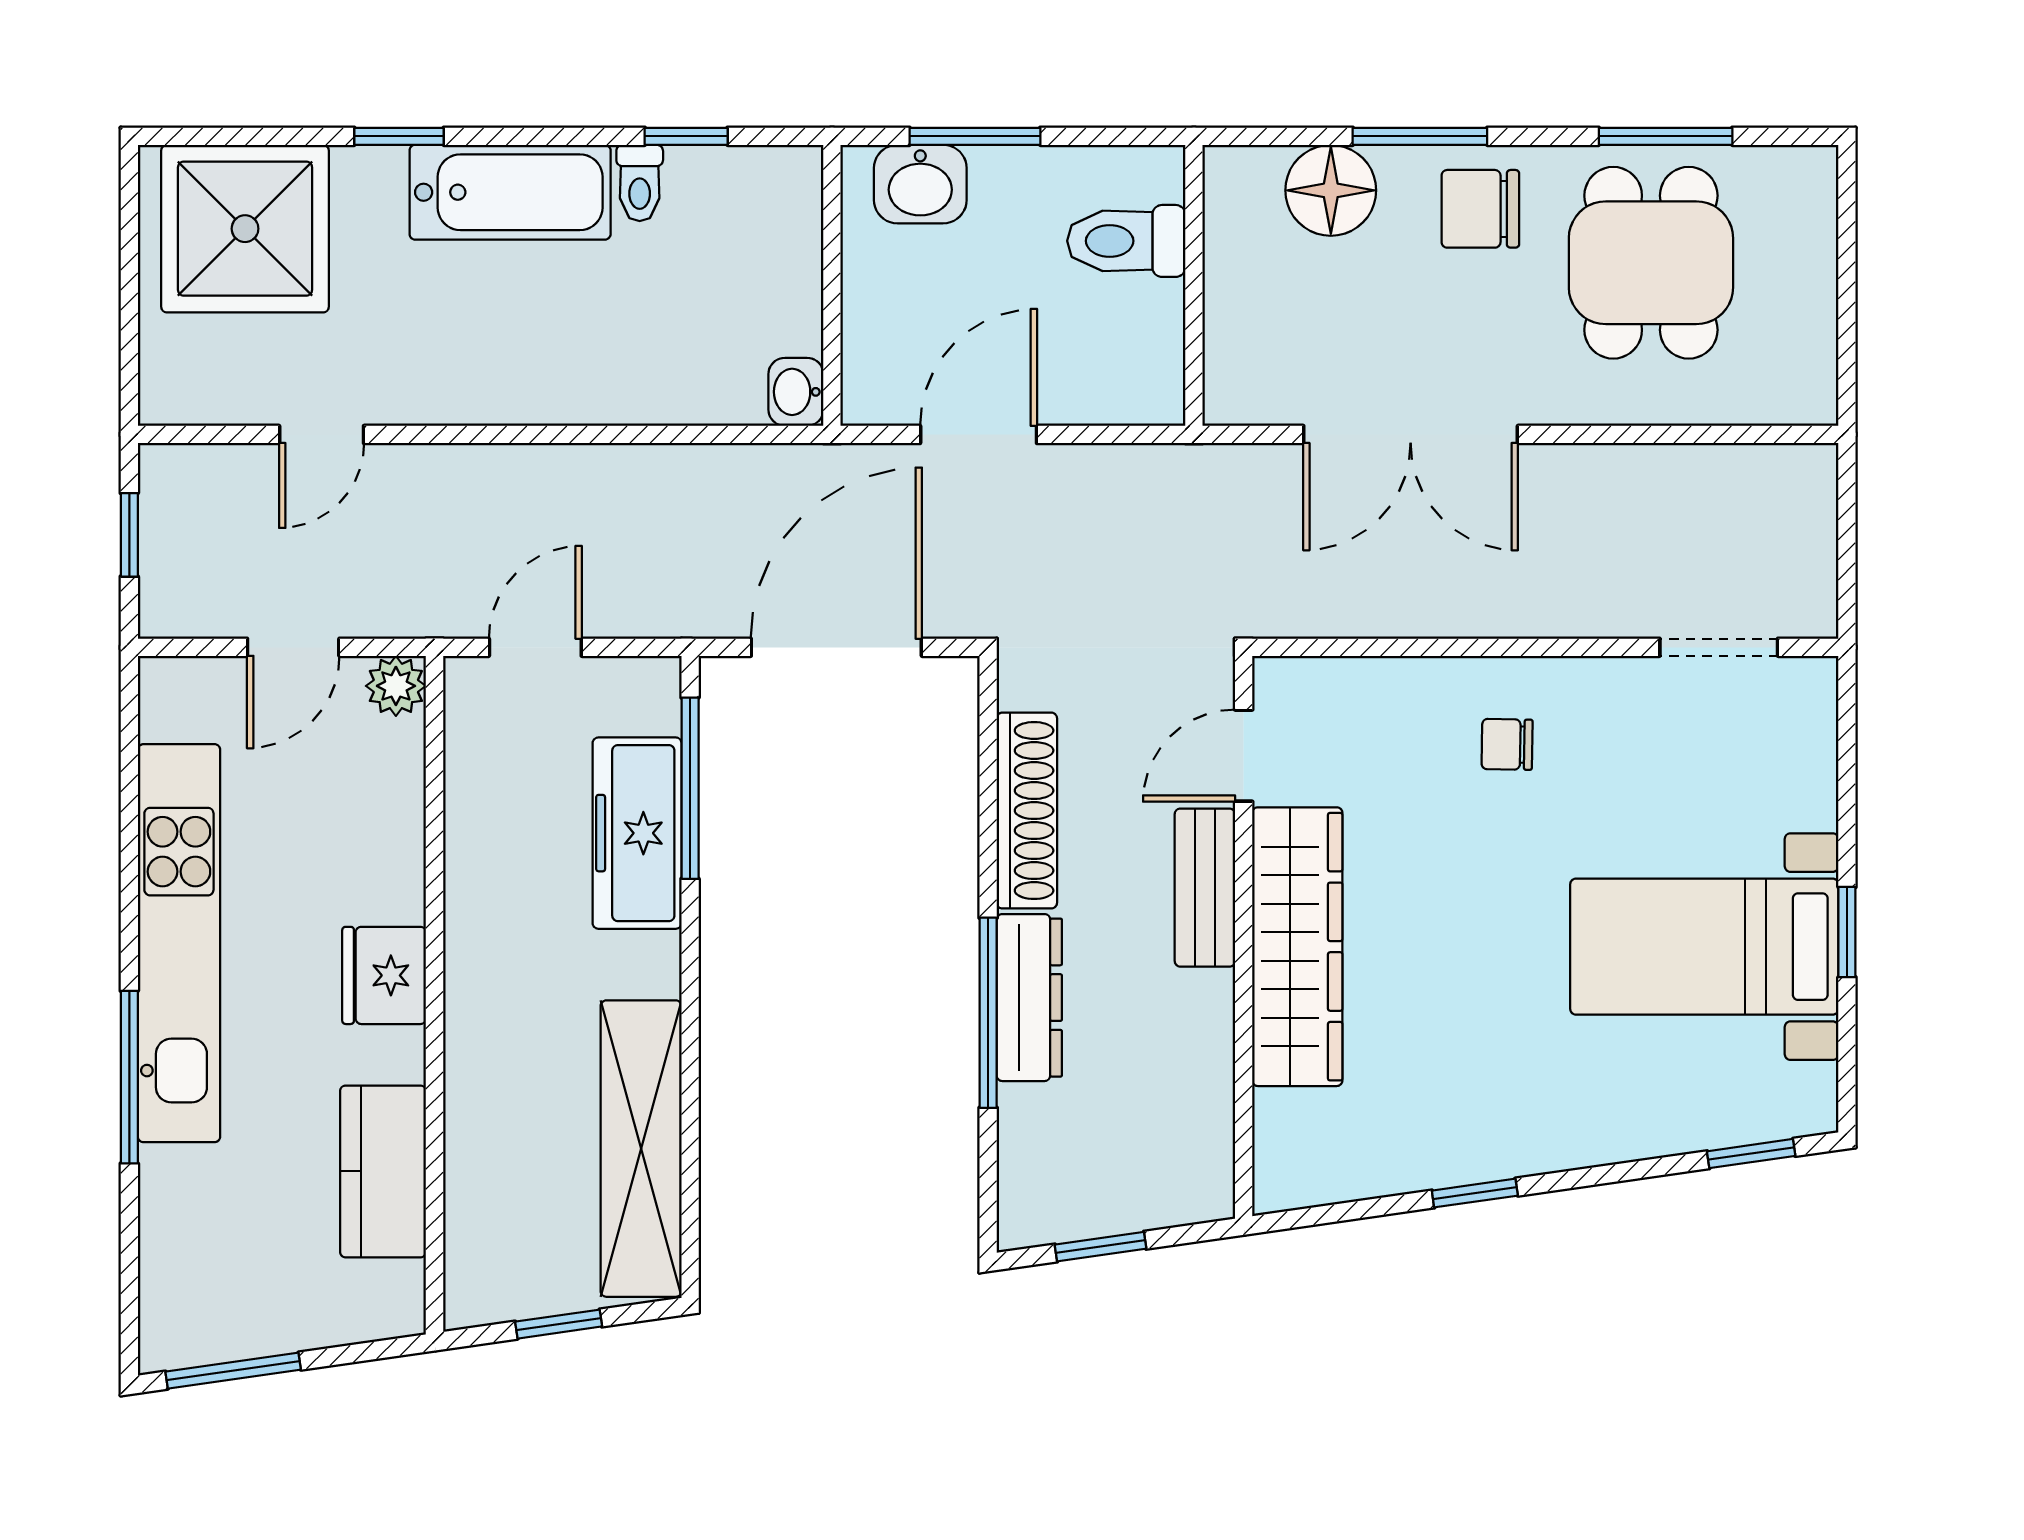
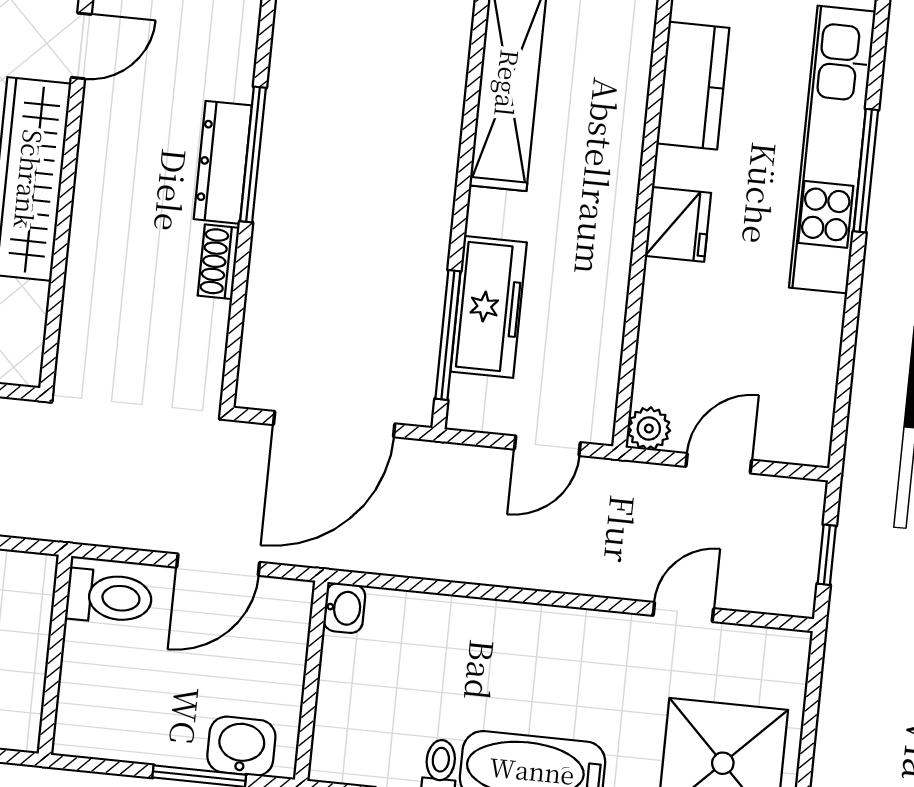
toilet: (1126, 241) -> (109, 597), moved
door: (1244, 756) -> (81, 46), moved
shoe rack: (1027, 811) -> (218, 262), width x0.51, depth x0.81
bench: (1205, 888) -> (90, 228), removed
kitchen unit: (179, 943) -> (832, 150), moved

